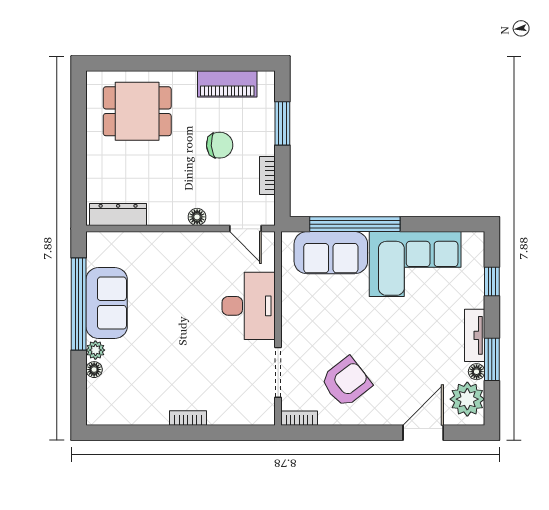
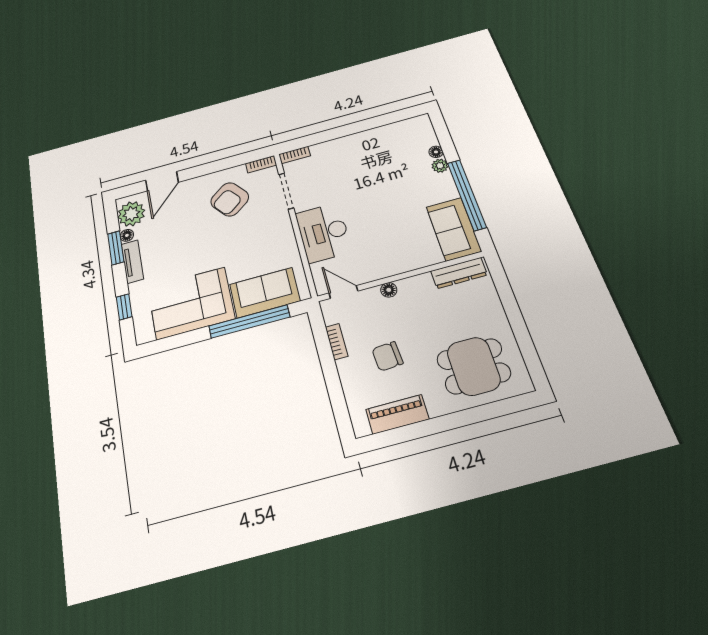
window: (282, 123) -> (335, 391), removed
sofa: (107, 303) -> (454, 229), moved
bookcase: (188, 418) -> (295, 155), moved

